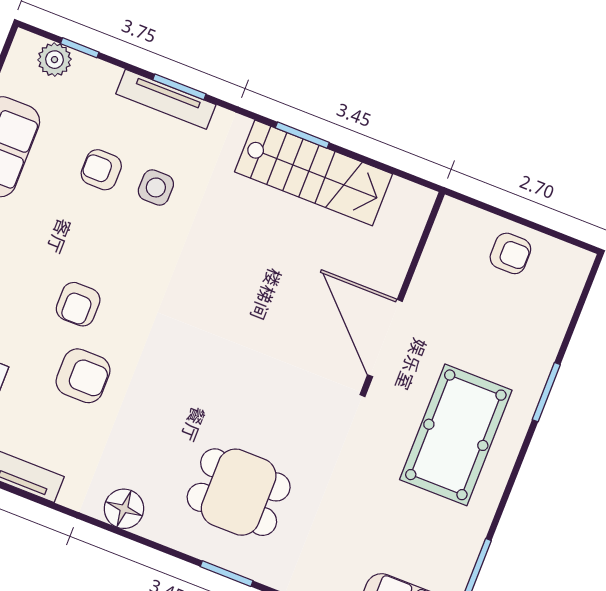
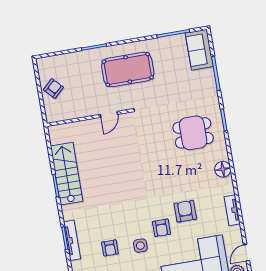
side table: (156, 187) -> (140, 246), moved
armchair: (510, 253) -> (53, 89), turned 47
armchair: (78, 304) -> (161, 228), turned 90
door: (385, 338) -> (109, 114), width x0.53
dining table: (239, 492) -> (193, 133), turned 90

